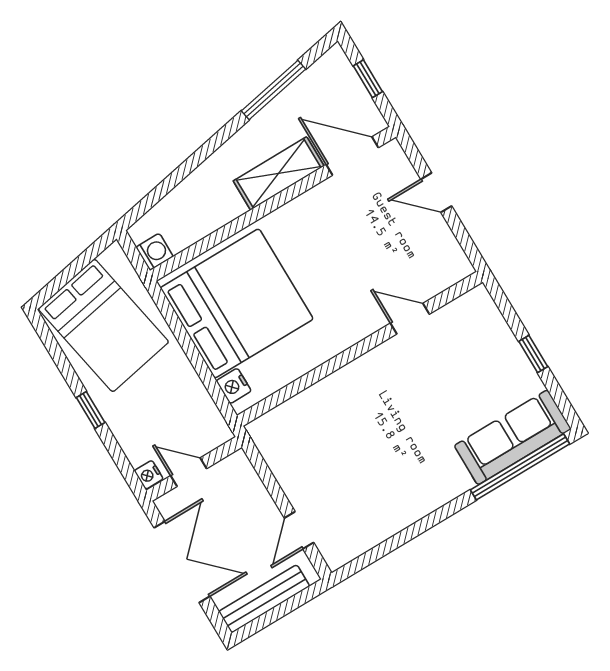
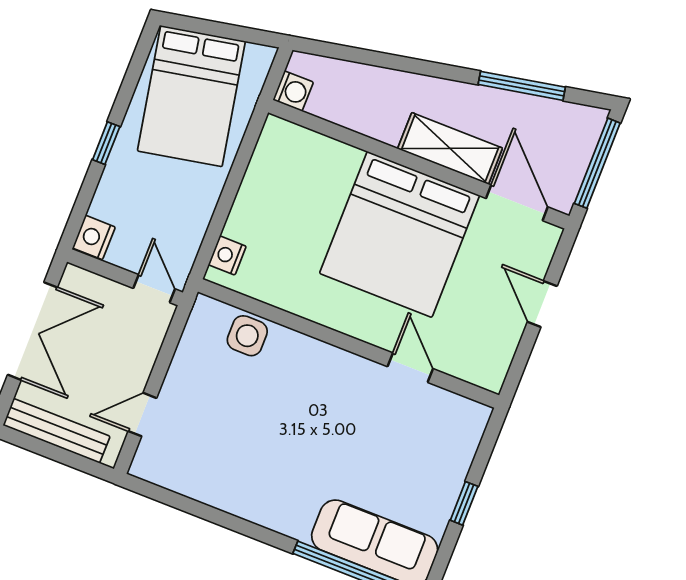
window: (368, 79) -> (597, 163), width x2.17
bed: (237, 303) -> (400, 234), moved, turned 90
side table: (300, 415) -> (247, 336), added
door: (189, 472) -> (154, 289), moved
nightstand: (149, 475) -> (94, 237), width x1.39, depth x1.35

